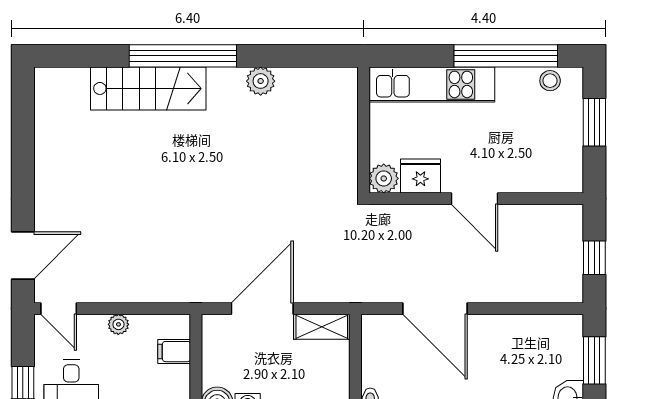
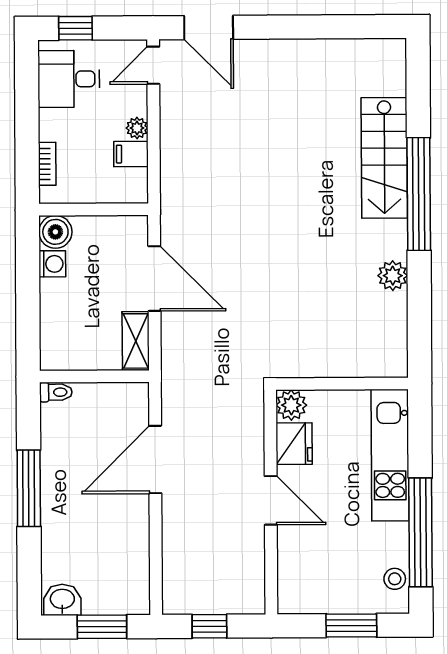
door: (474, 199) -> (271, 500), swing flipped
filing cabinet: (174, 352) -> (131, 154), moved, turned -90

